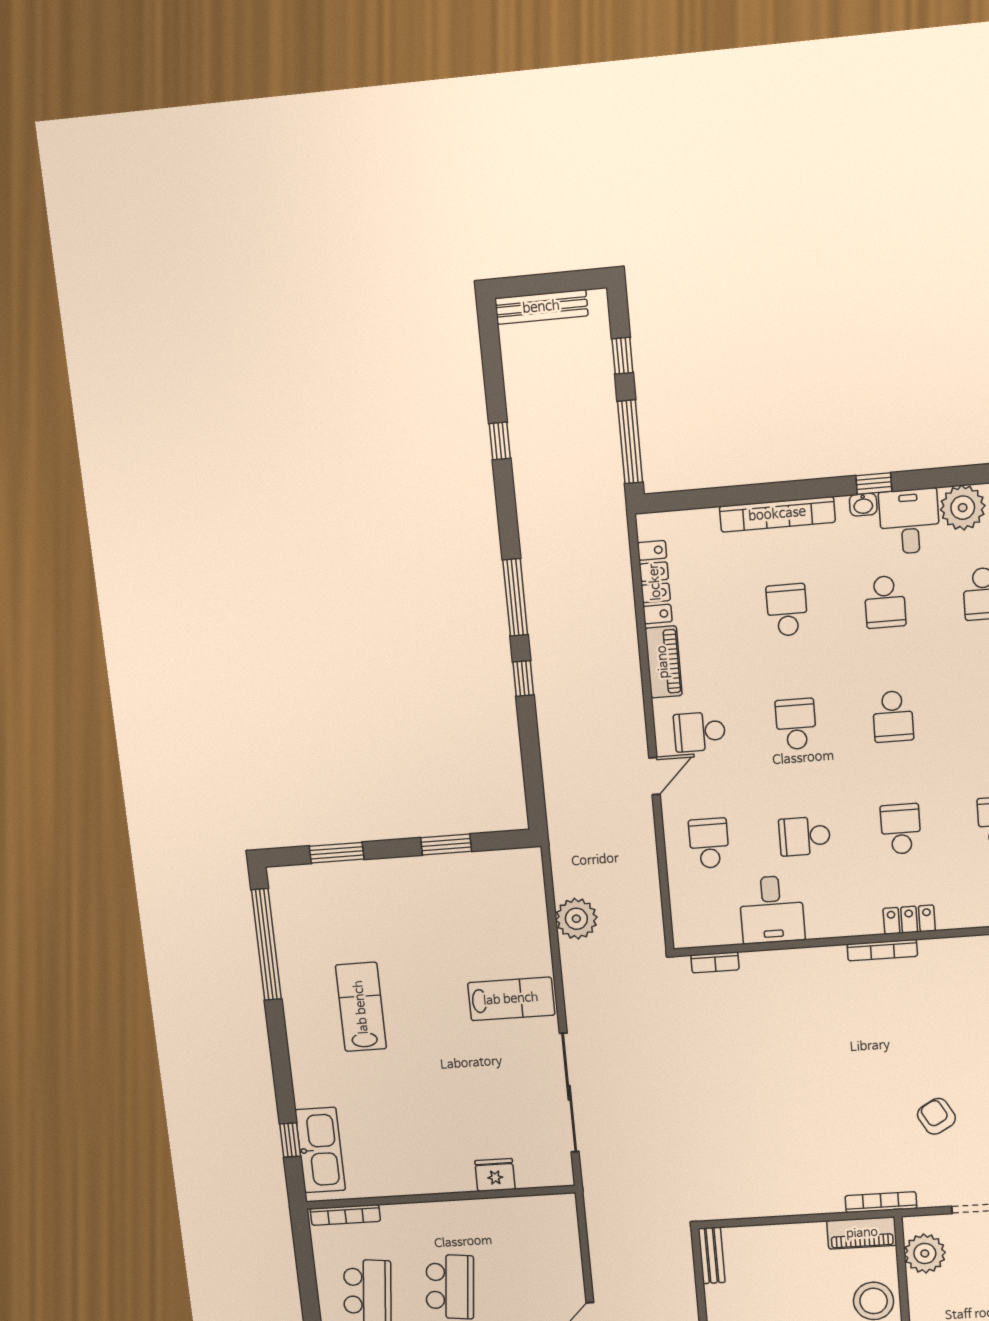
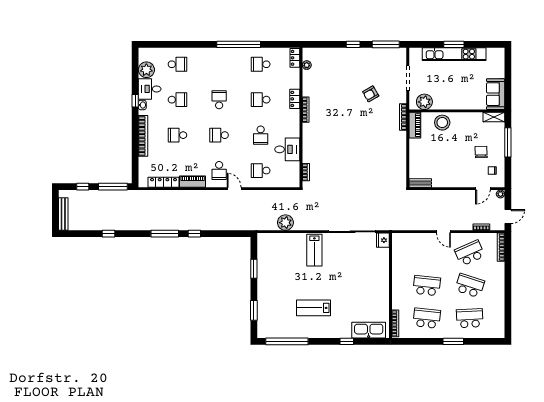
school desk: (893, 716) -> (219, 100), turned -90
lab bench: (511, 999) -> (314, 250), turned 180
window: (290, 1140) -> (347, 341), moved
fridge: (495, 1175) -> (383, 240), moved

